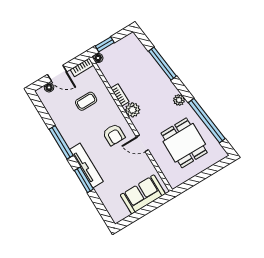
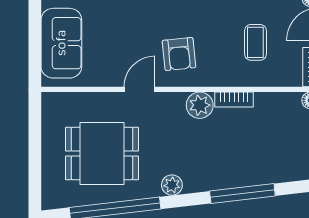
armchair: (114, 135) -> (179, 54), turned -96

